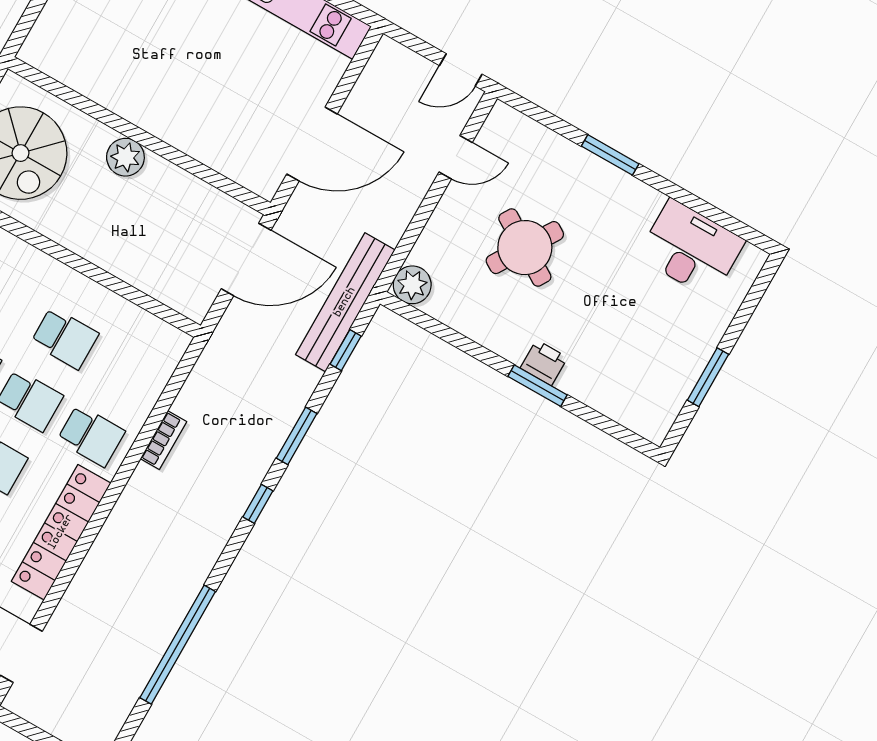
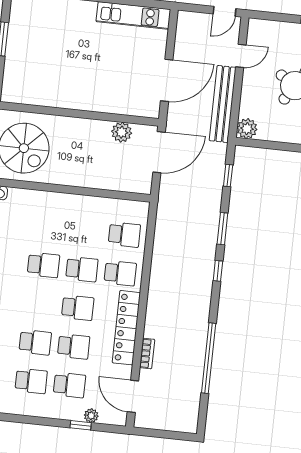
plant: (125, 157) -> (122, 132), moved
bench: (345, 302) -> (223, 104), moved
school desk: (65, 338) -> (124, 235), moved
bookcase: (163, 440) -> (147, 353), moved

